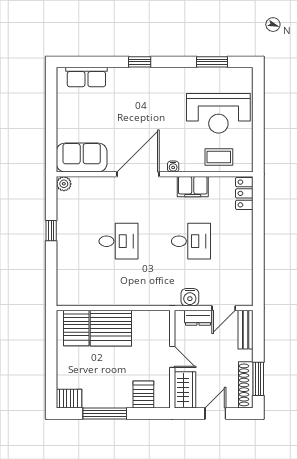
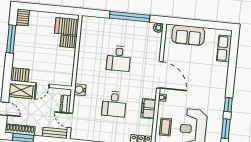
window: (140, 62) -> (228, 105), moved
sofa: (82, 158) -> (188, 35), moved, turned 90
window: (51, 231) -> (130, 17), width x3.17
water cooler: (190, 297) -> (80, 90), moved
server rack: (111, 328) -> (69, 42), width x0.46, depth x0.70
server rack: (143, 395) -> (20, 75), moved

